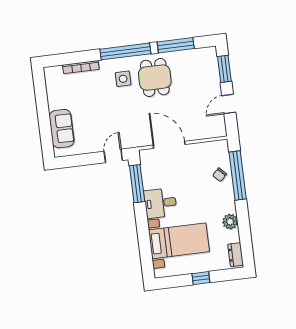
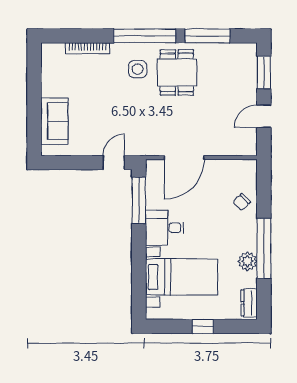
door: (169, 145) -> (184, 157), swing flipped
window: (238, 175) -> (264, 248), moved

